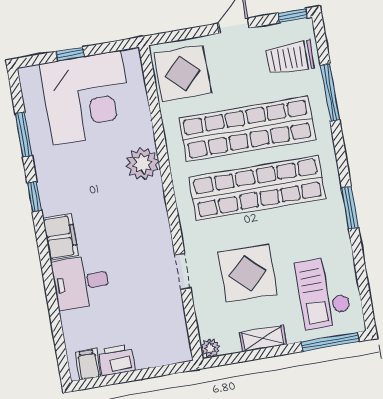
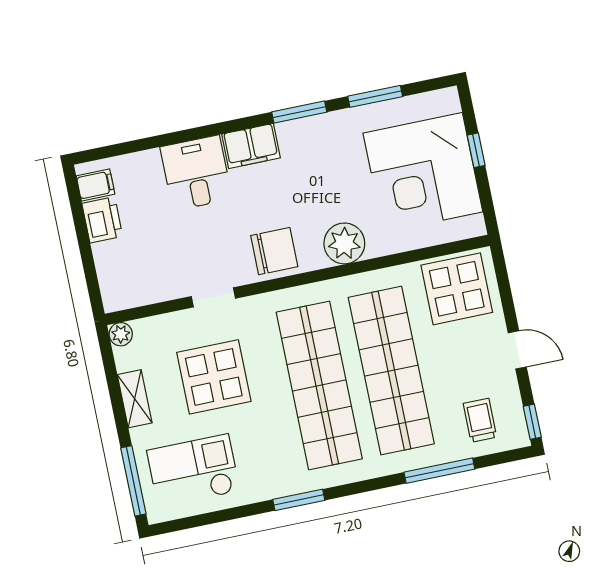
trolley: (290, 58) -> (480, 420), width x0.73, depth x0.72
window: (34, 197) -> (299, 112), width x1.50
chair: (147, 221) -> (274, 251), added

